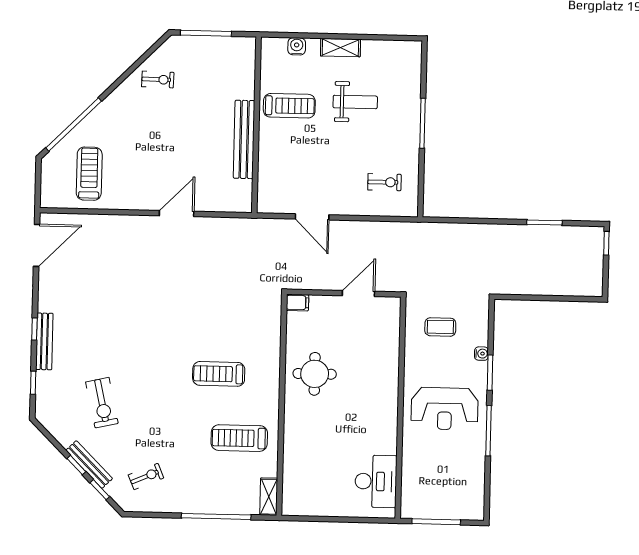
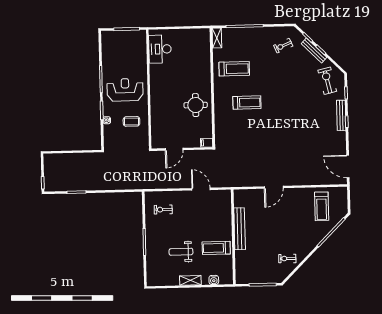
door: (37, 245) -> (348, 167), hinge flipped
coffee table: (440, 327) -> (131, 121), moved
exercise bike: (102, 403) -> (327, 81), moved

